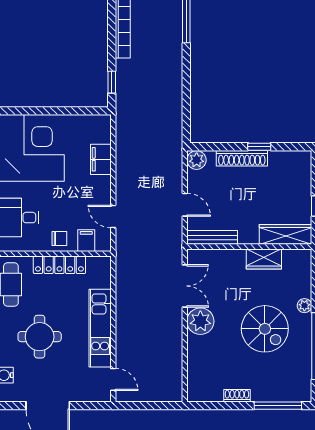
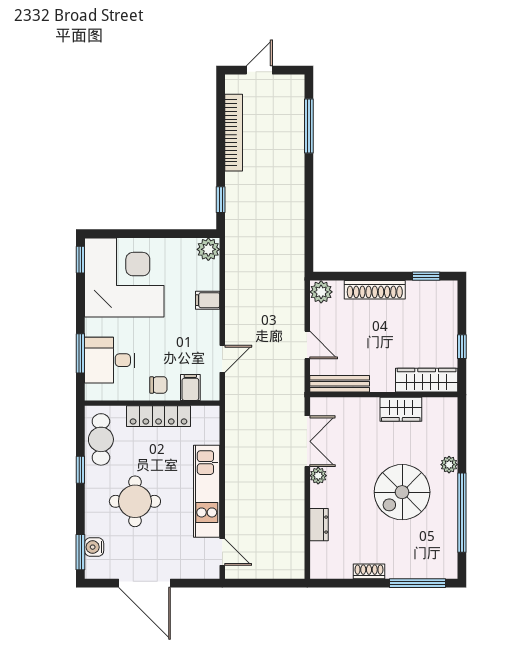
plant: (101, 124) -> (208, 249), added
window: (259, 147) -> (426, 276), moved
filing cabinet: (101, 159) -> (208, 300), width x0.50
door: (113, 216) -> (222, 359), swing flipped
plant: (200, 321) -> (318, 476), width x0.53, depth x0.53
spiral stairs: (265, 329) -> (402, 492), turned 90
dresser: (195, 356) -> (319, 525), added

